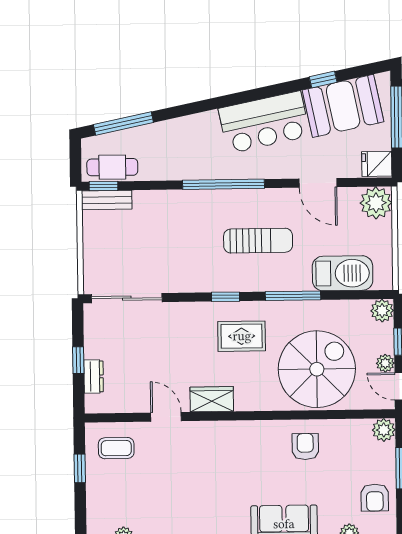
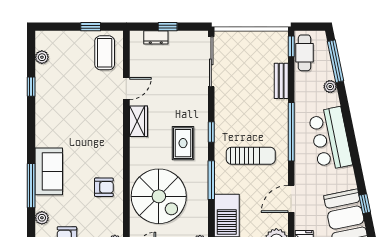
bar counter: (264, 122) -> (330, 139), moved
plant: (159, 130) -> (330, 87), added
bench: (107, 200) -> (281, 81), moved
sun lounger: (258, 241) -> (251, 156), turned -90
coffee table: (116, 448) -> (105, 53), width x1.36, depth x1.30

